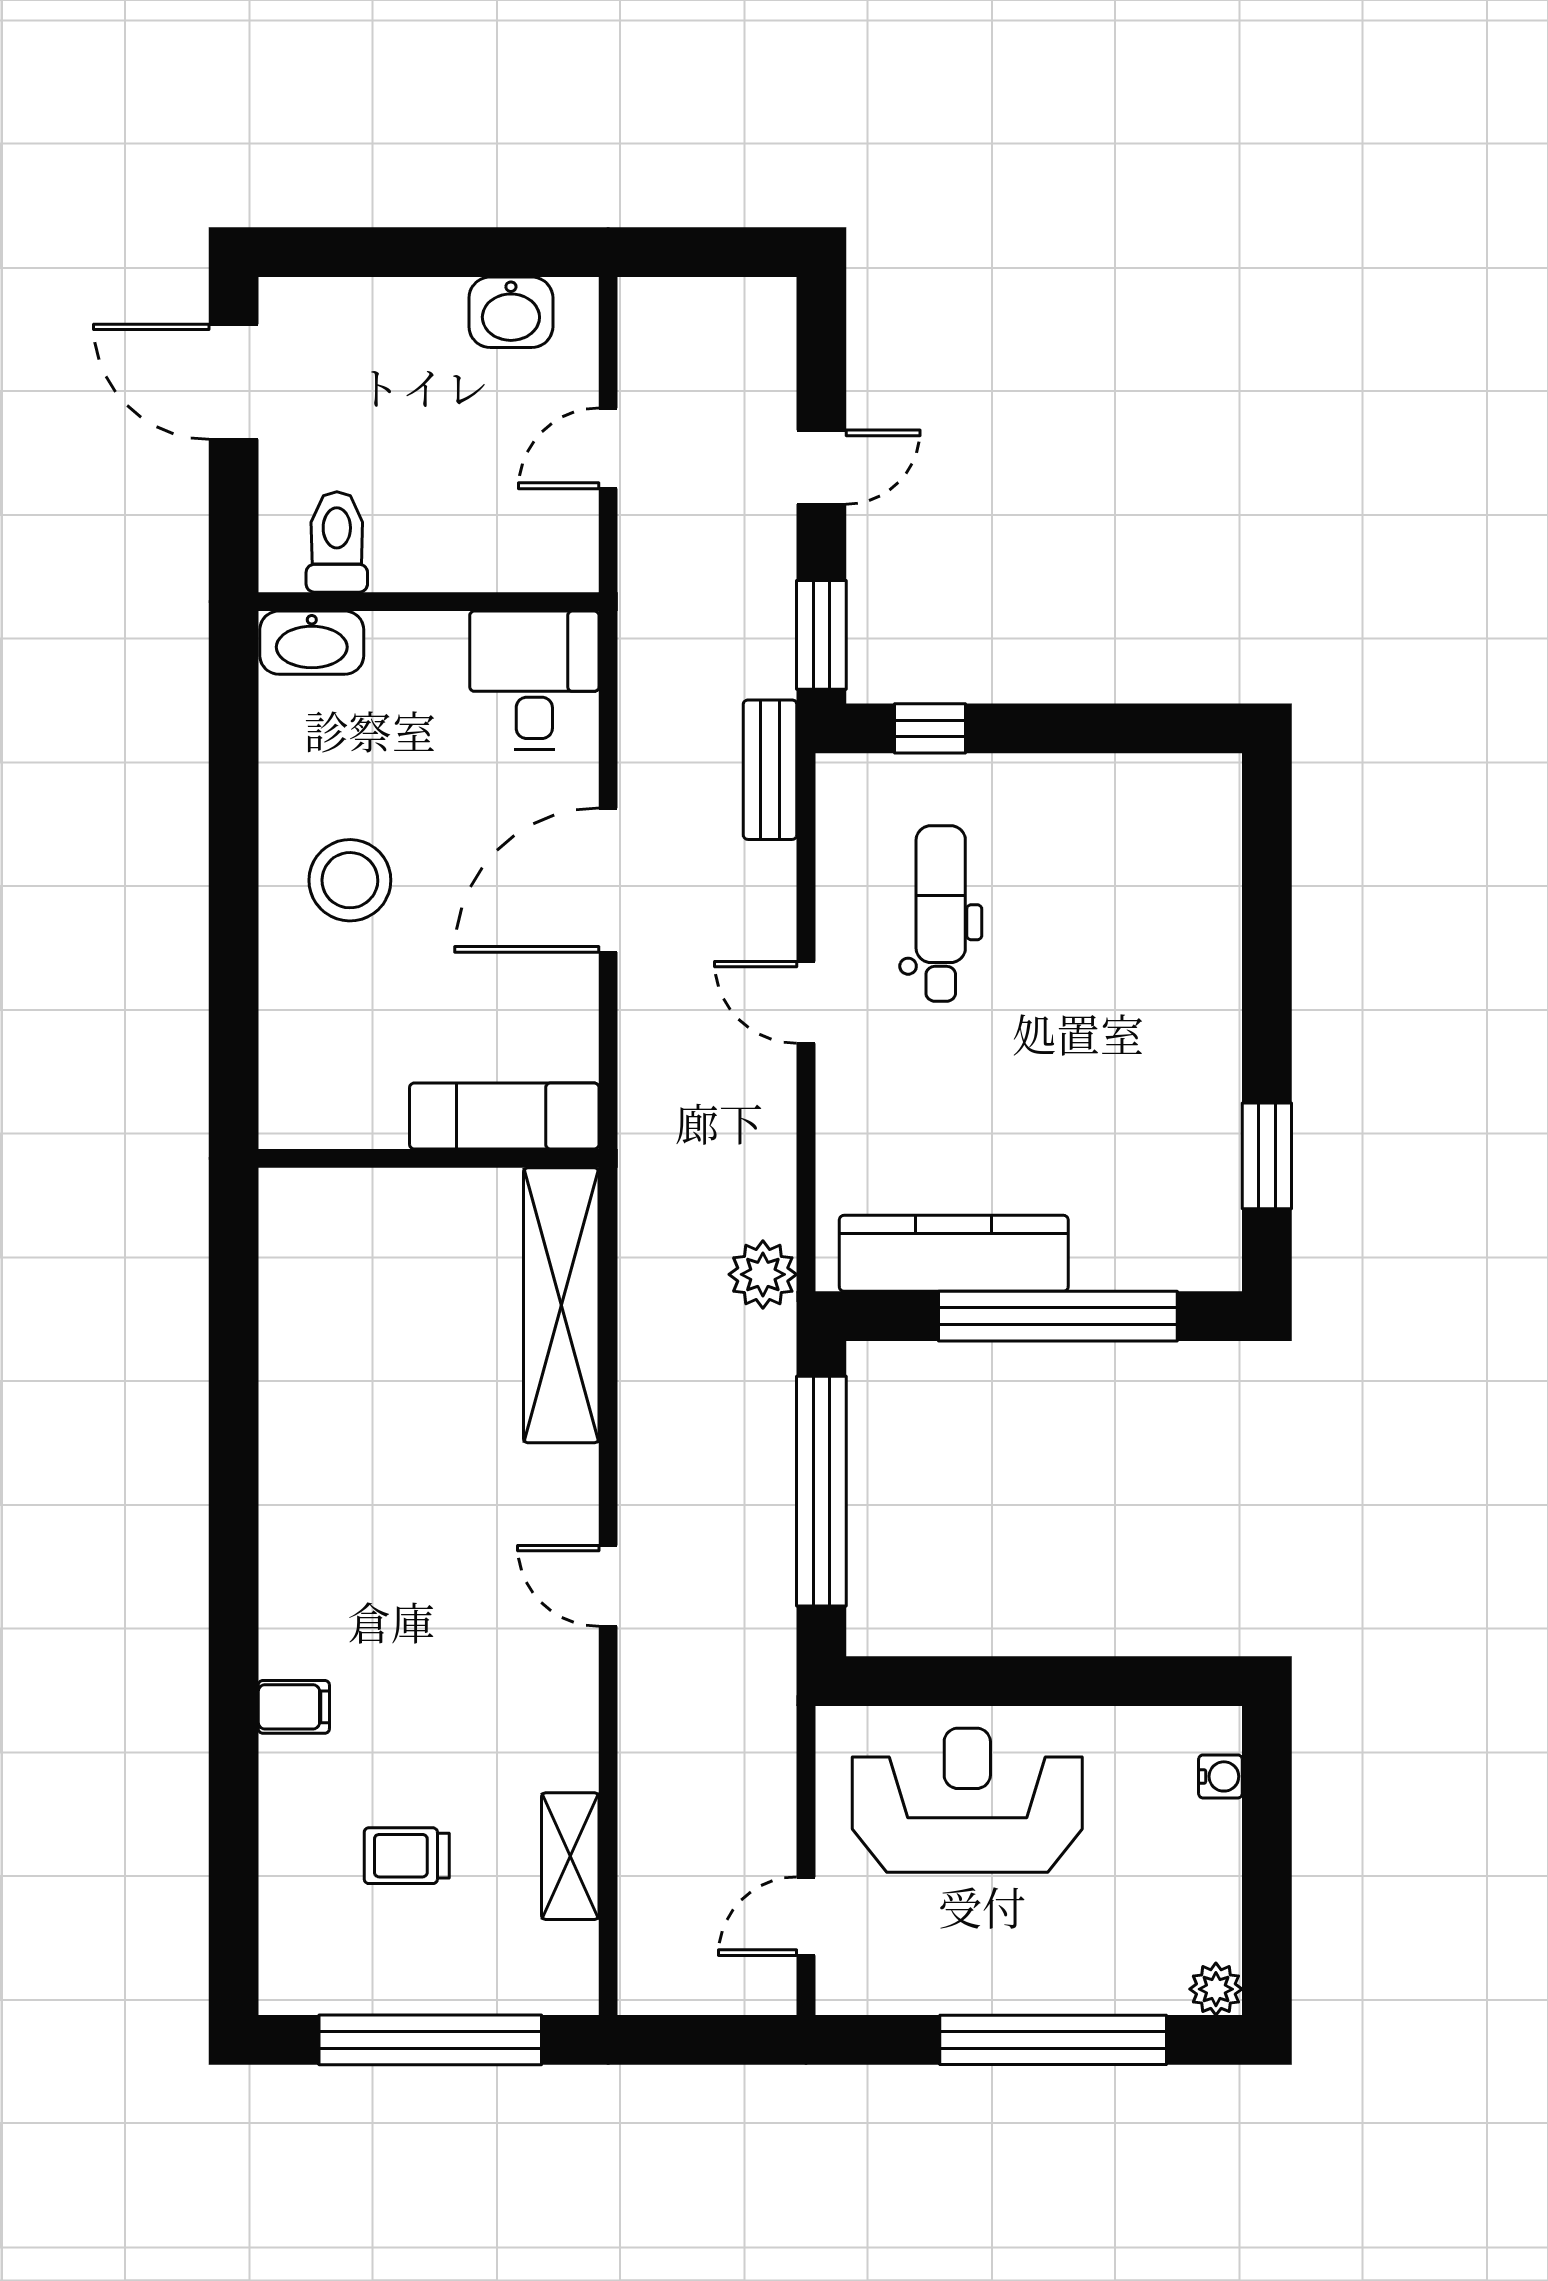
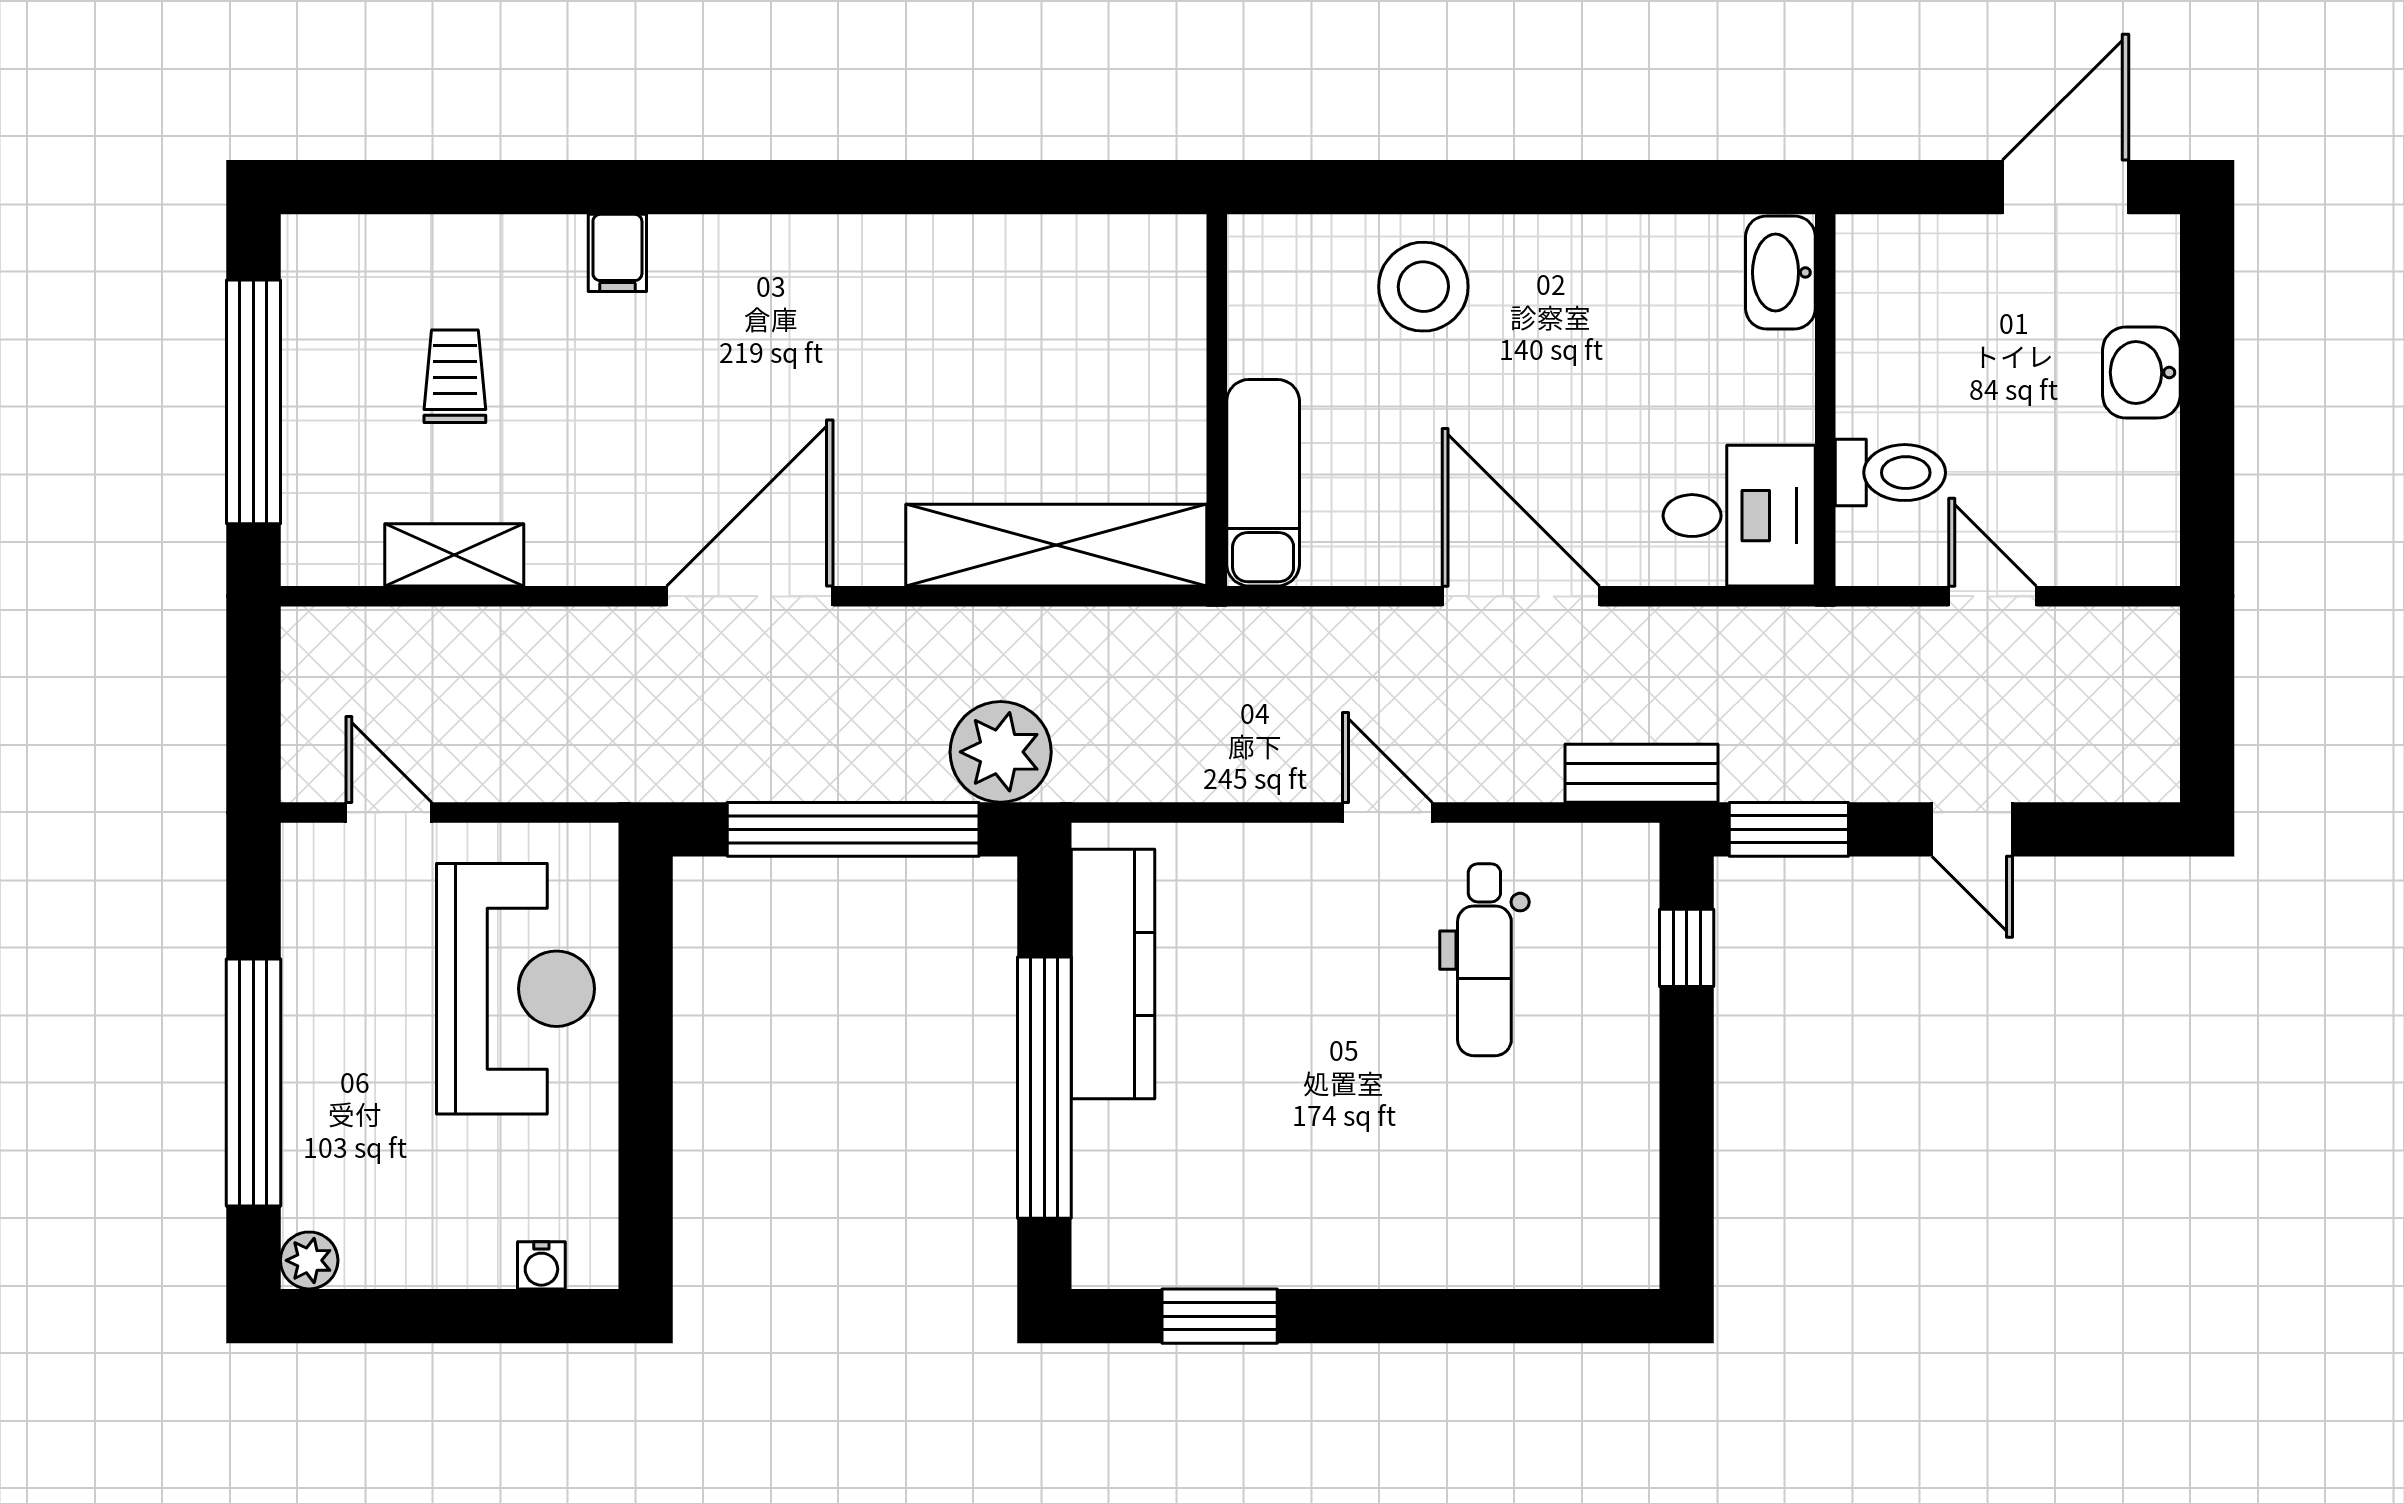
washbasin: (511, 312) -> (2141, 372), moved
toilet: (337, 542) -> (1890, 473), moved
stool: (350, 880) -> (1423, 287), moved
dental chair: (941, 913) -> (1484, 960), turned 90
door: (806, 1002) -> (1387, 812), hinge flipped
plant: (763, 1274) -> (1001, 752), moved, width x1.36, depth x1.36
door: (608, 1586) -> (750, 596), width x1.87

